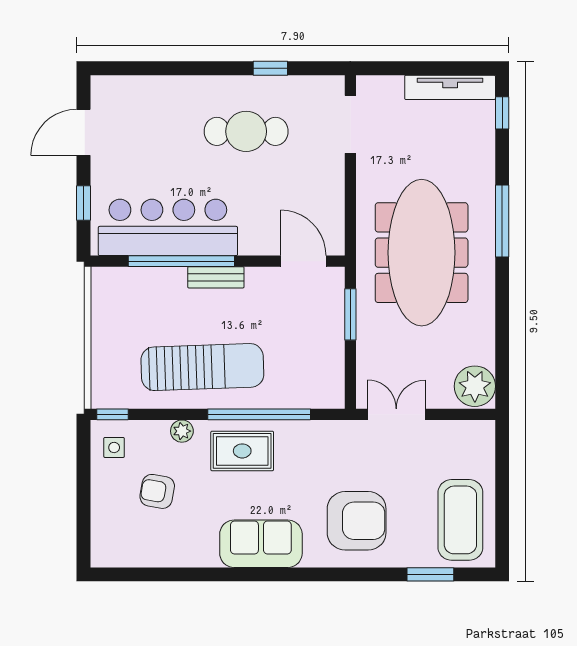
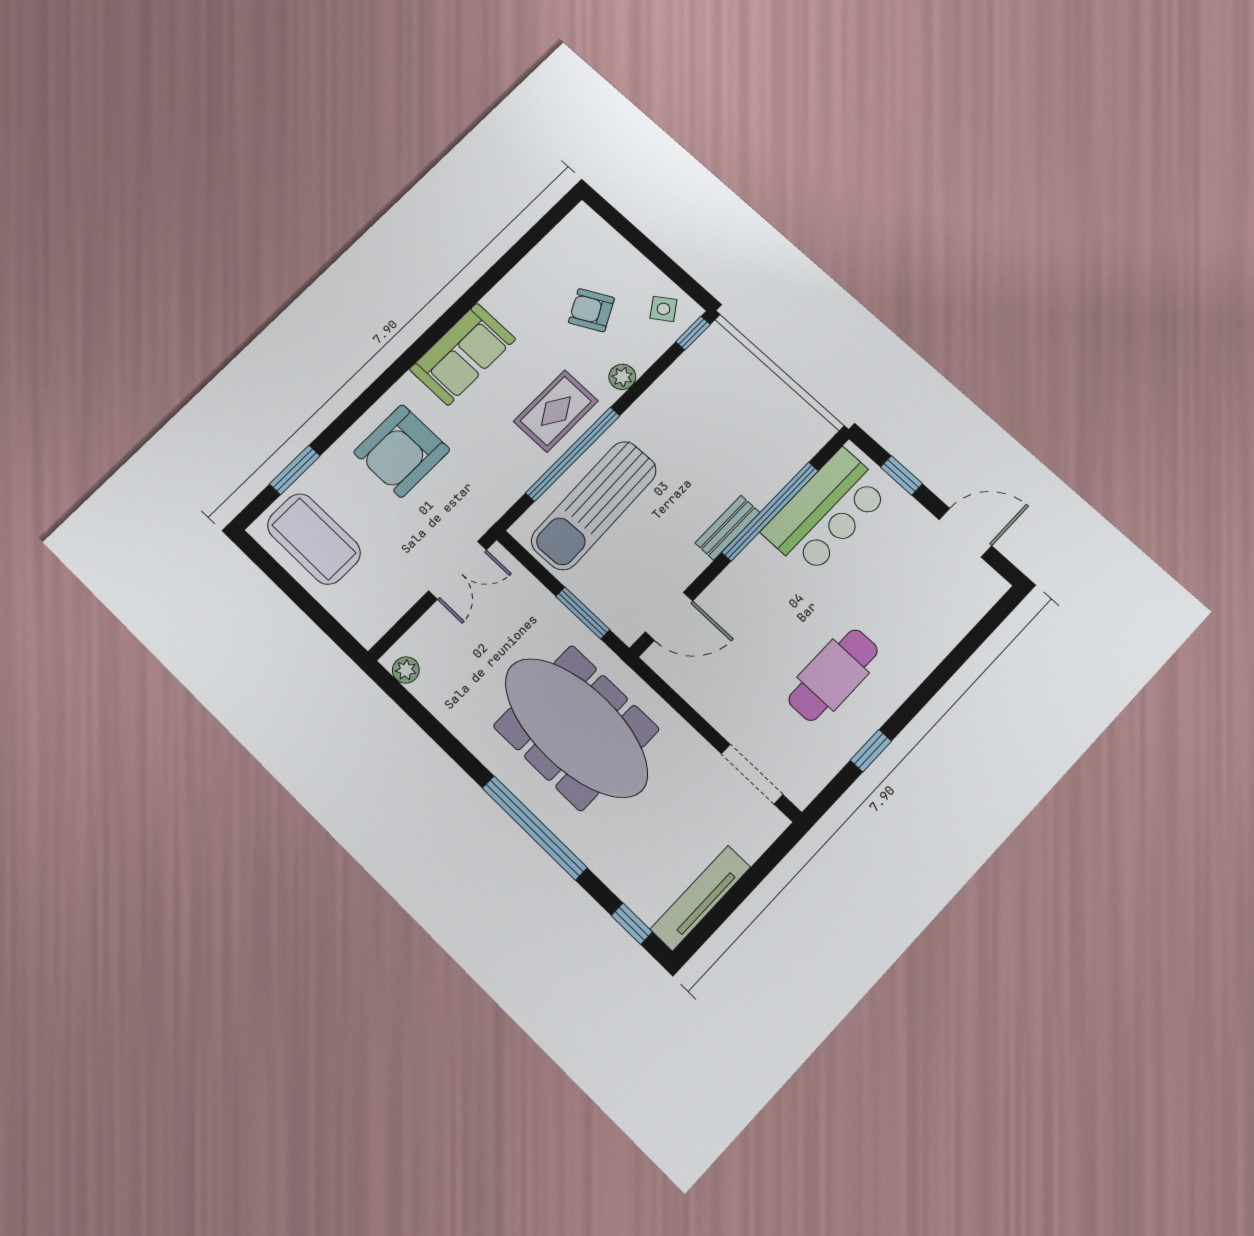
door: (84, 132) -> (965, 533), hinge flipped
window: (502, 221) -> (534, 828), width x1.46
bar counter: (168, 227) -> (826, 512), width x0.73
sun lounger: (202, 367) -> (594, 505), moved
plant: (475, 386) -> (406, 670), width x0.53, depth x0.53
side table: (114, 447) -> (663, 309), turned -35
armchair: (157, 491) -> (591, 310), turned -128

